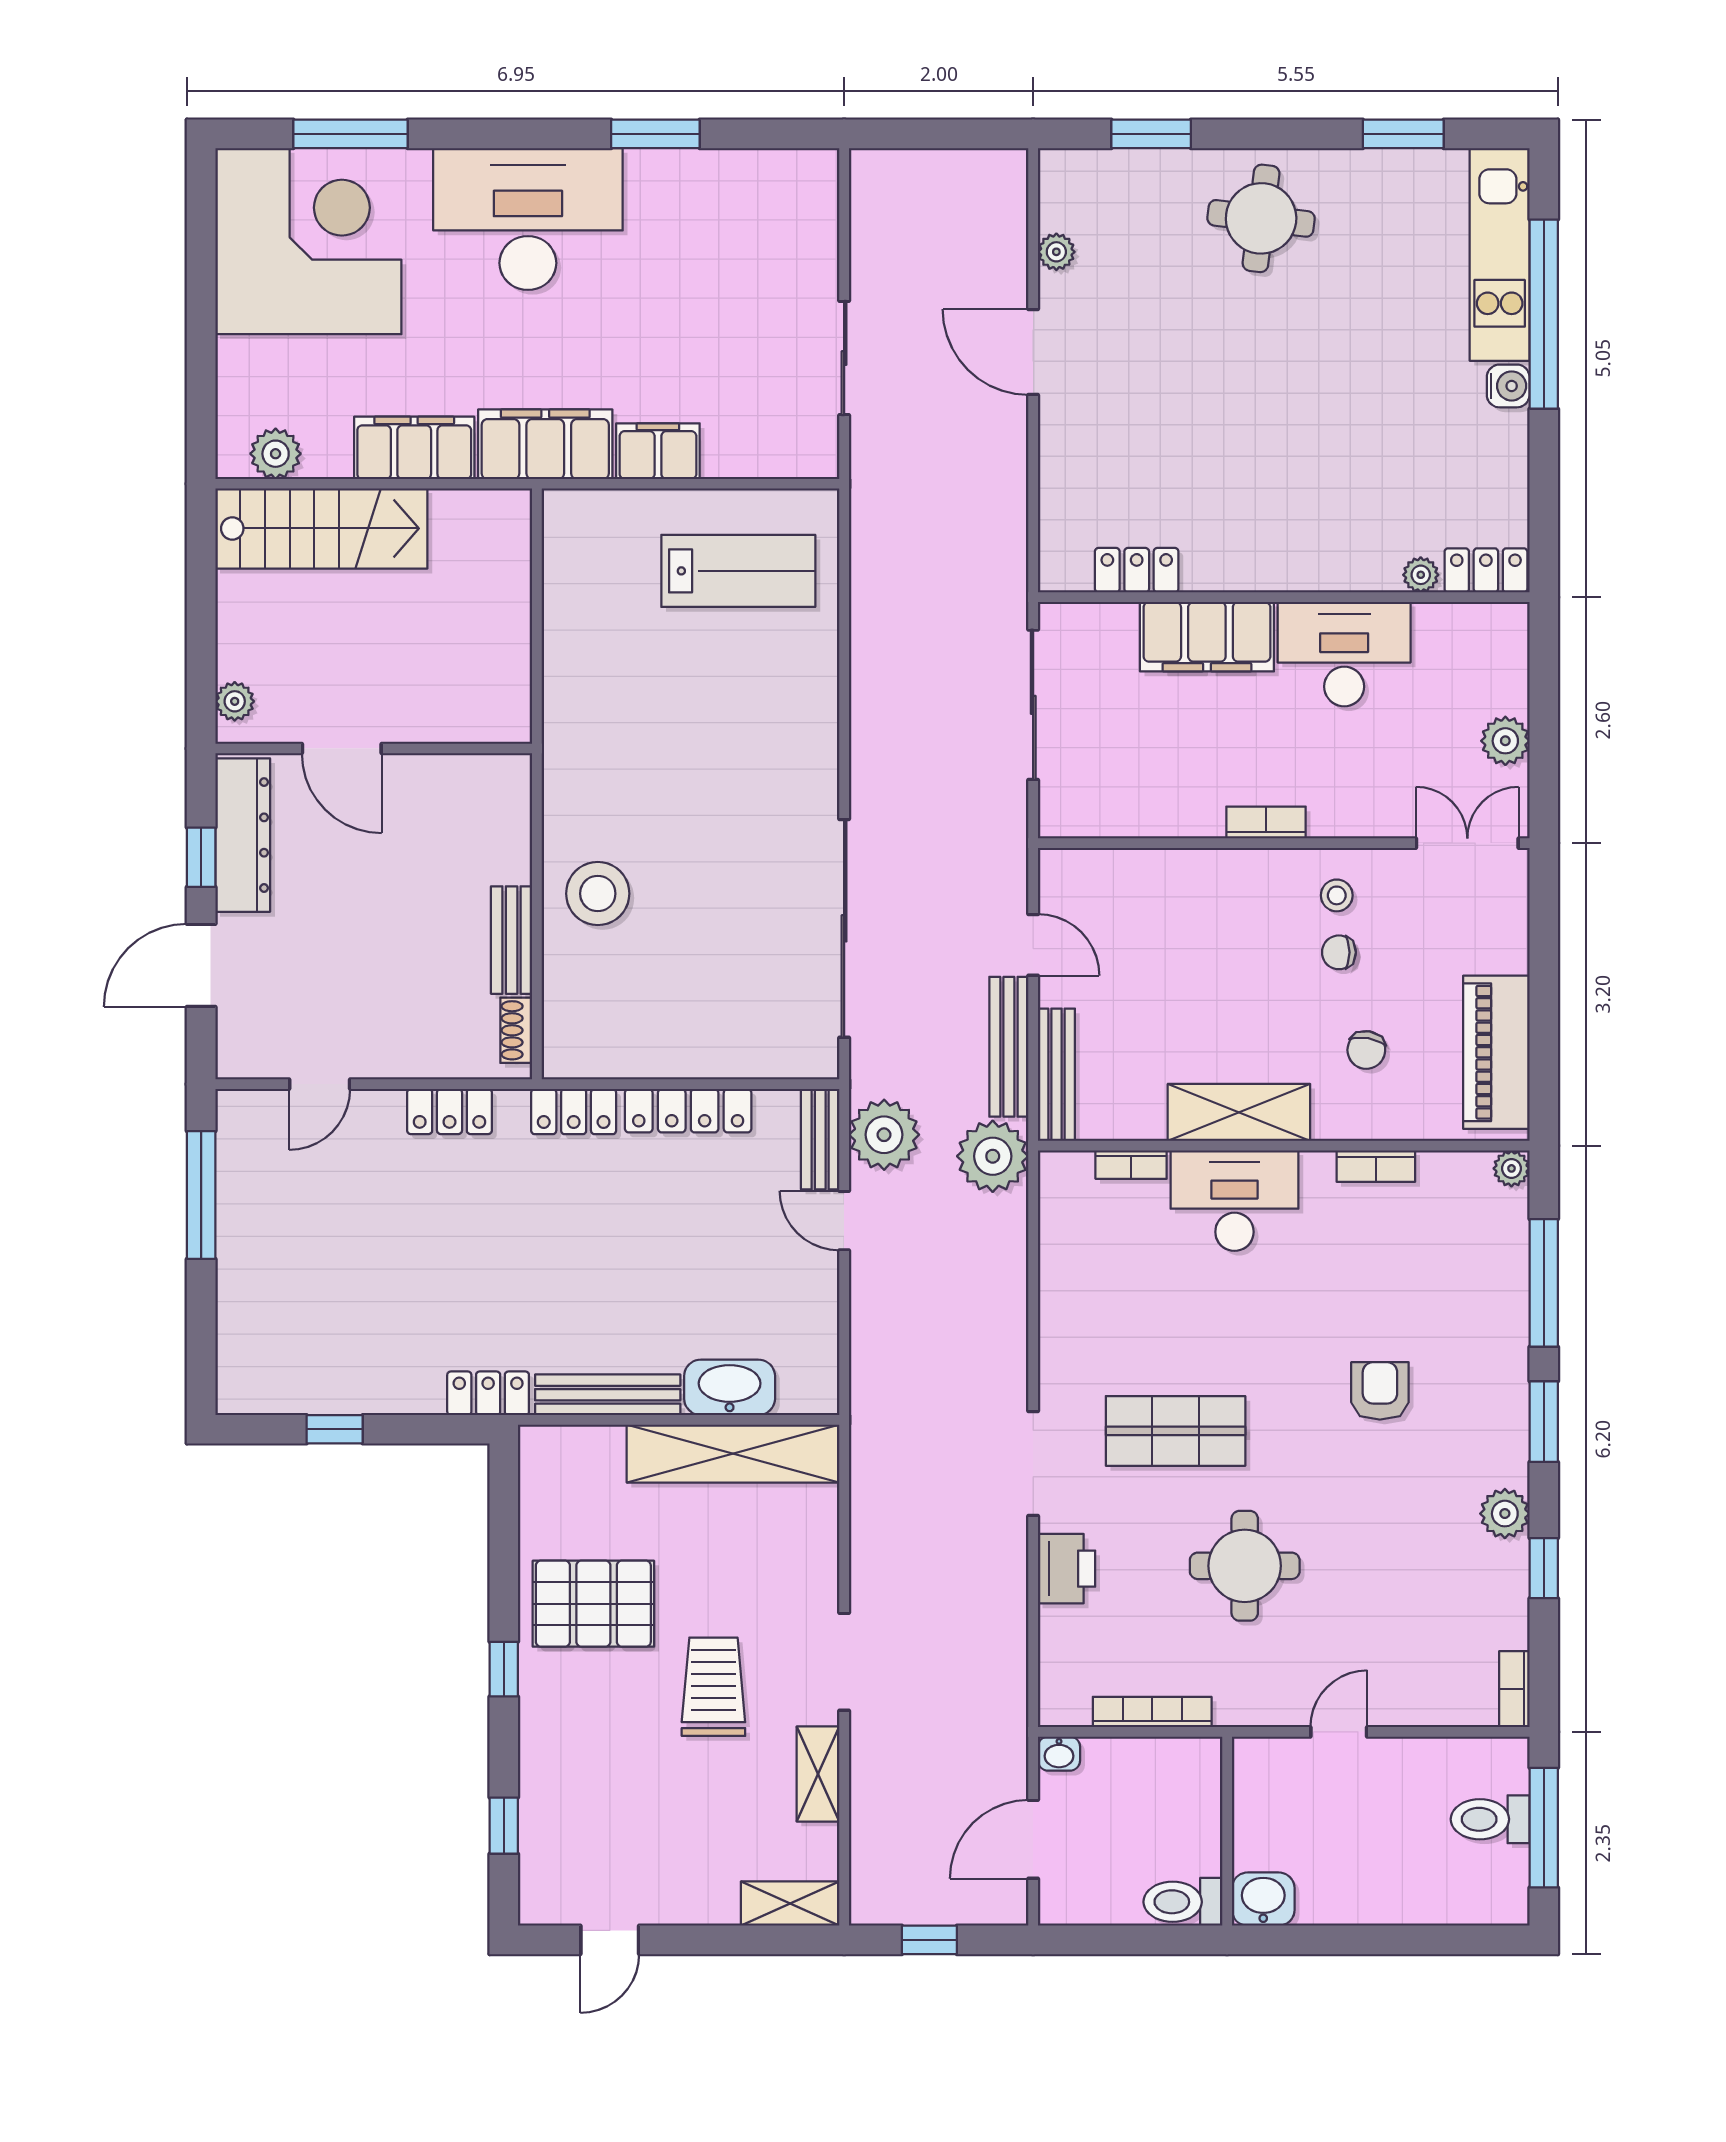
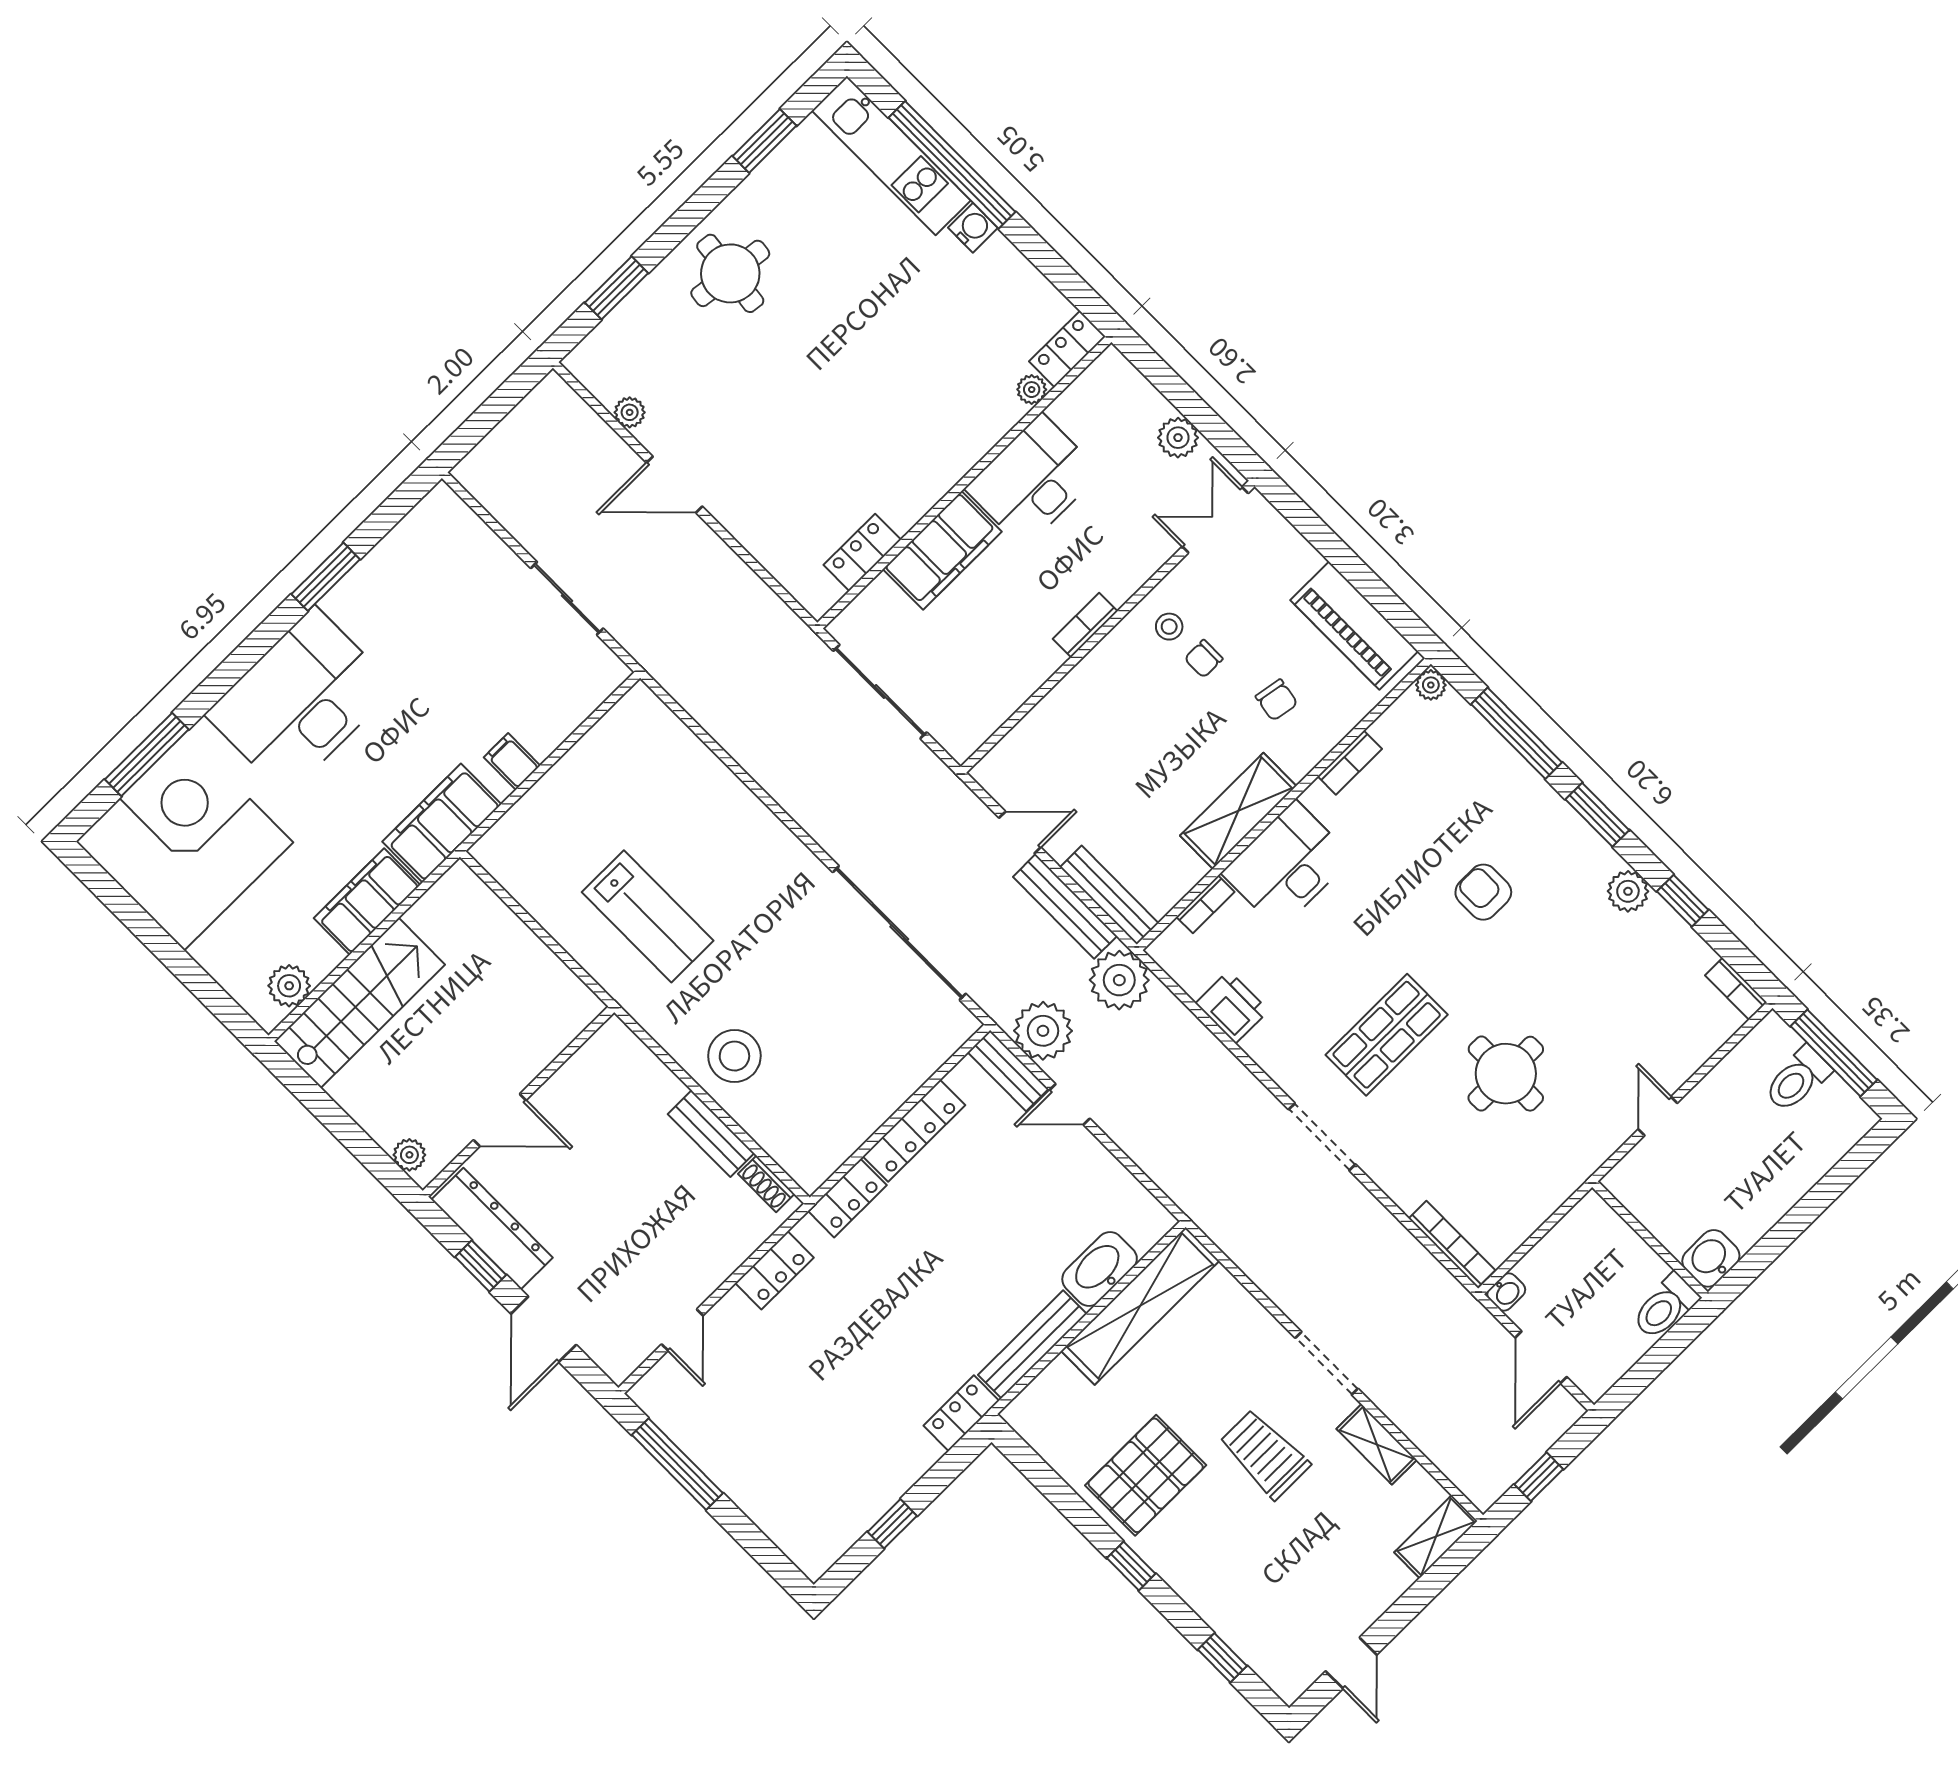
filing cabinet: (658, 451) -> (512, 761), width x0.50
lab bench: (738, 571) -> (648, 916), moved, turned 90
printer: (1067, 1569) -> (1232, 1007), moved
bookcase: (1152, 1712) -> (1452, 1244), moved, turned 90

